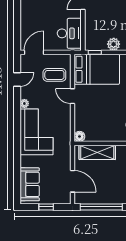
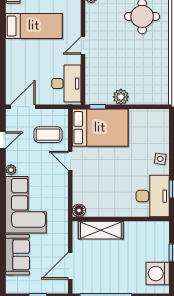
door: (72, 181) -> (70, 266), swing flipped
sofa: (30, 184) -> (18, 255), moved

